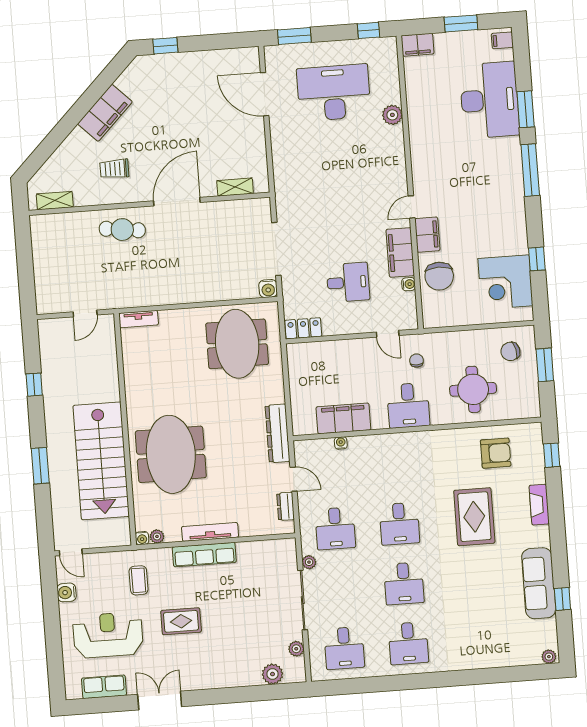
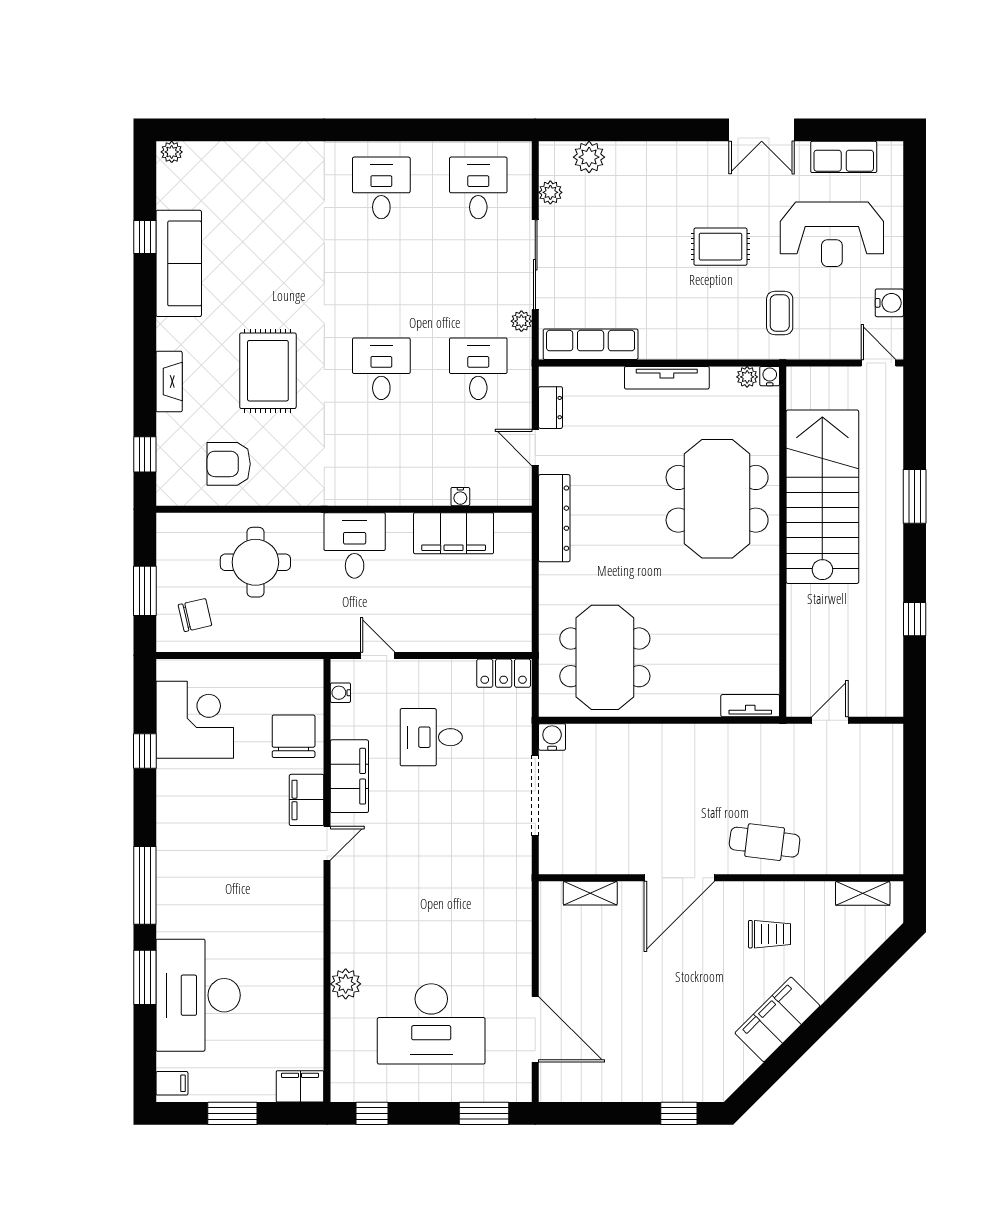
water cooler: (409, 284) -> (340, 693), moved
chair: (417, 361) -> (337, 612), removed
row of seats: (204, 555) -> (591, 344), moved
desk: (404, 583) -> (381, 278), removed

